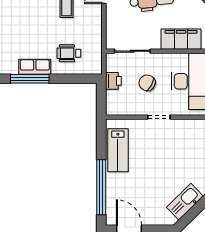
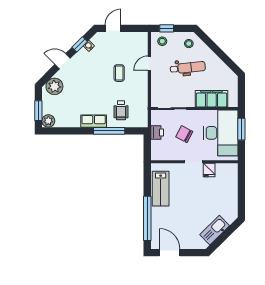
wheelchair: (69, 53) -> (121, 110), turned -90
window: (30, 79) -> (109, 131), moved
fridge: (178, 127) -> (209, 170), added

